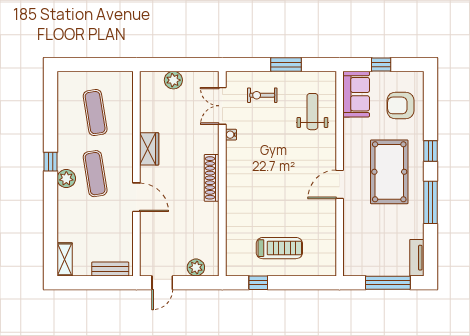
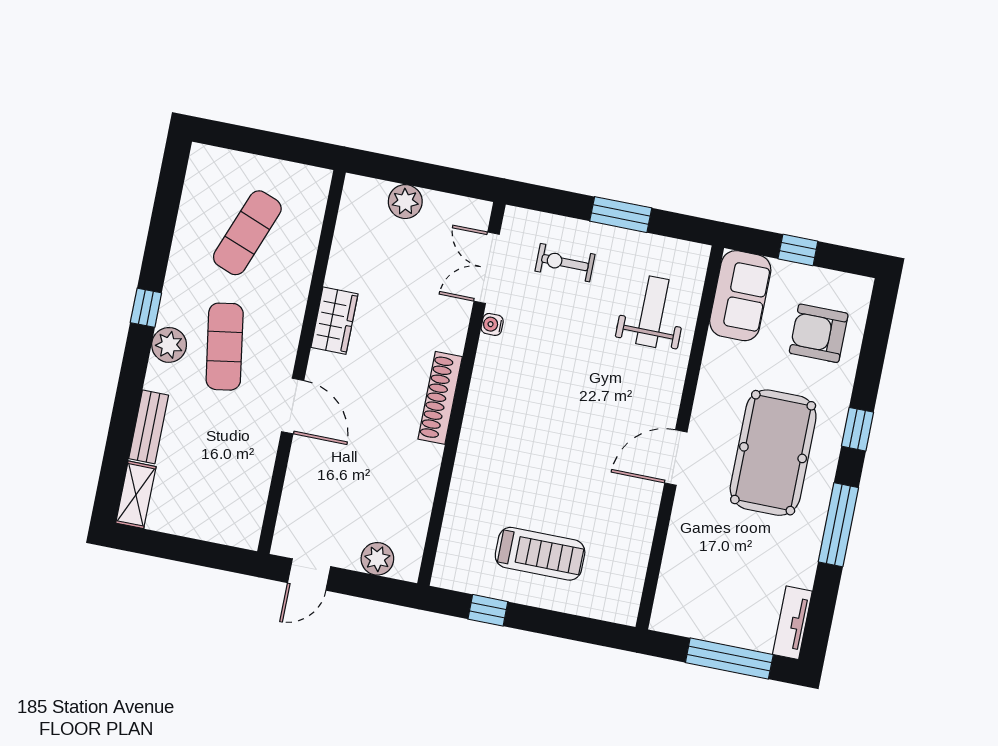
exercise mat: (95, 113) -> (247, 233), turned 30
bench: (110, 269) -> (149, 427), moved, turned 90

